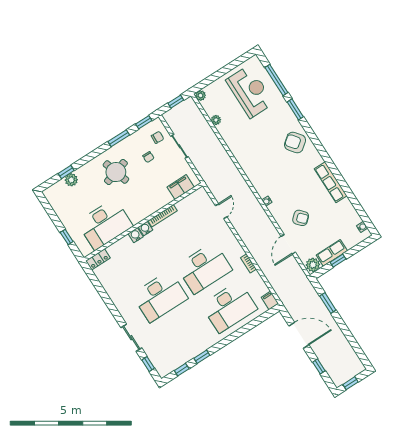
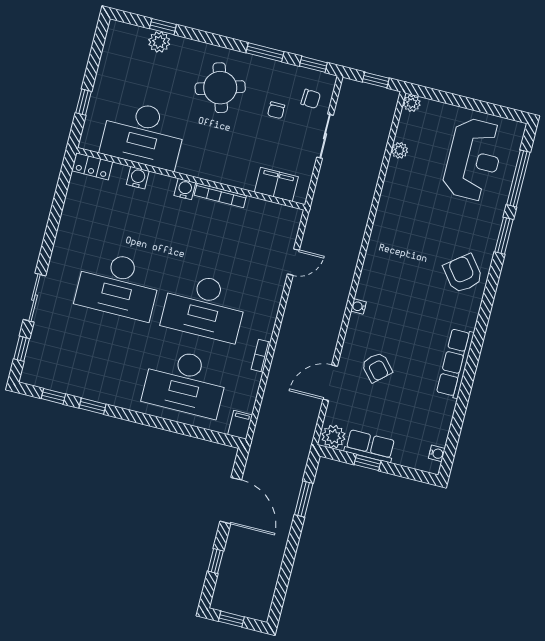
water cooler: (136, 235) -> (138, 178), moved

